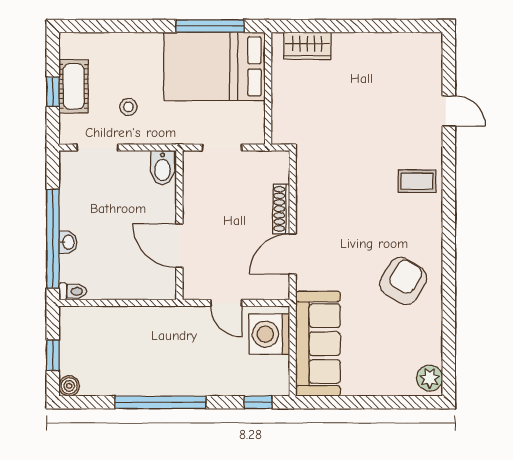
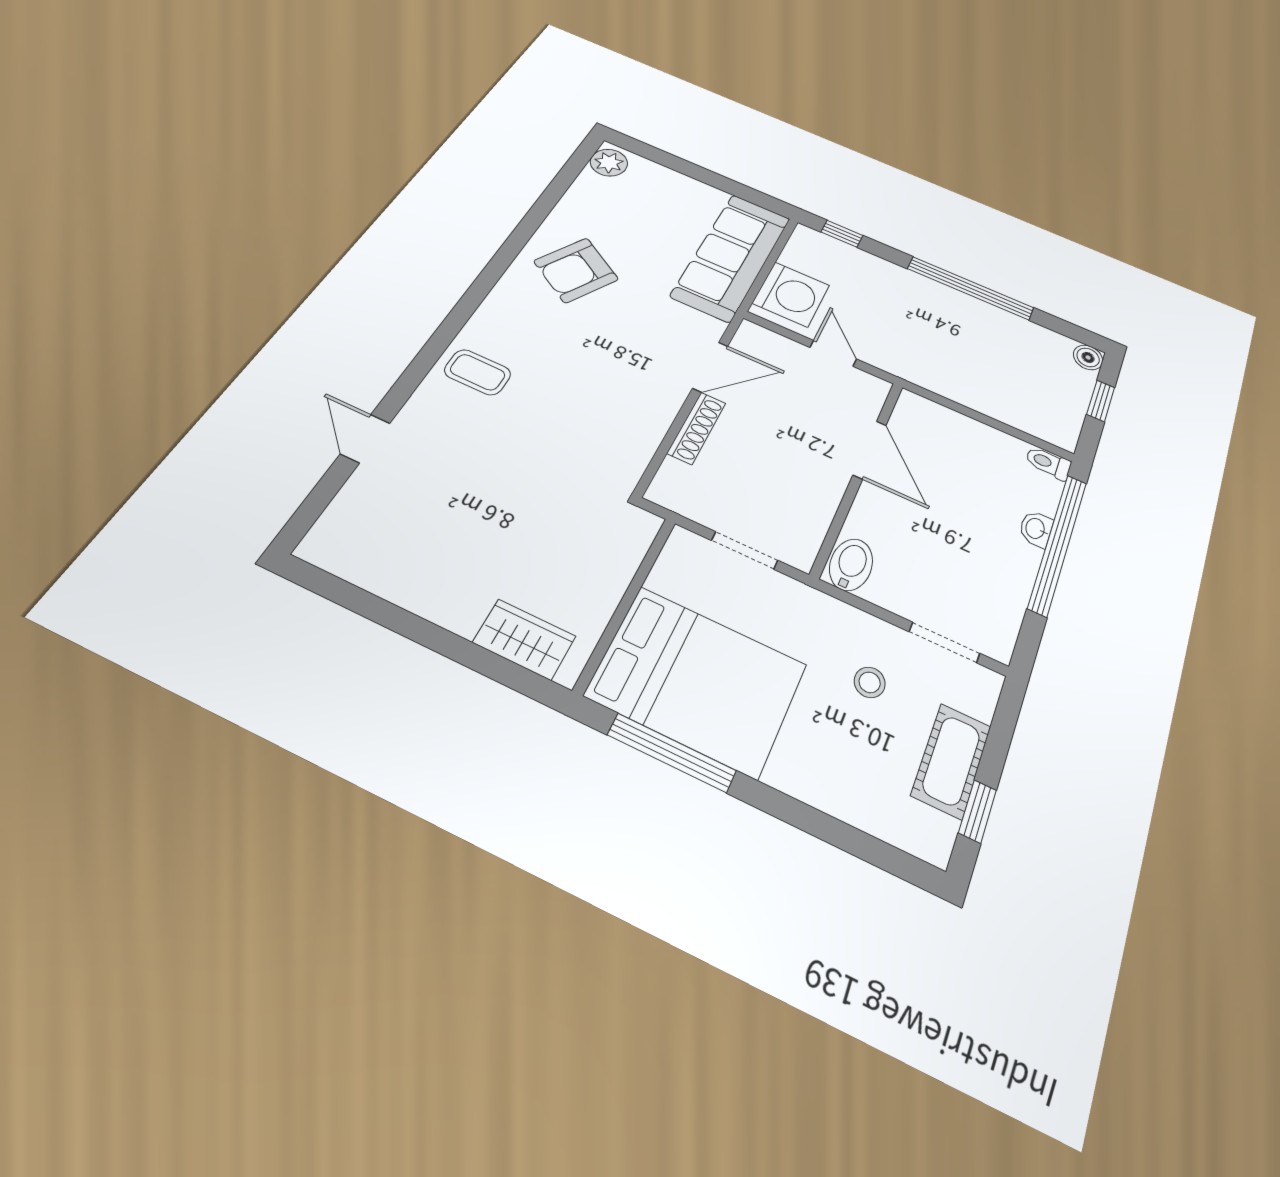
window: (53, 92) -> (977, 811), moved

